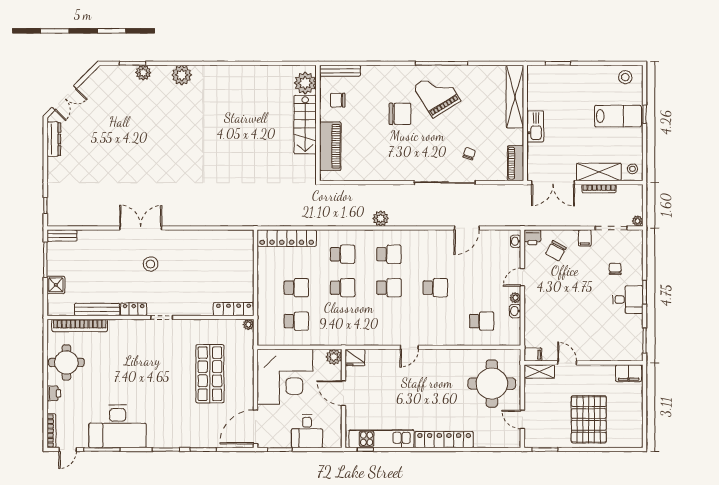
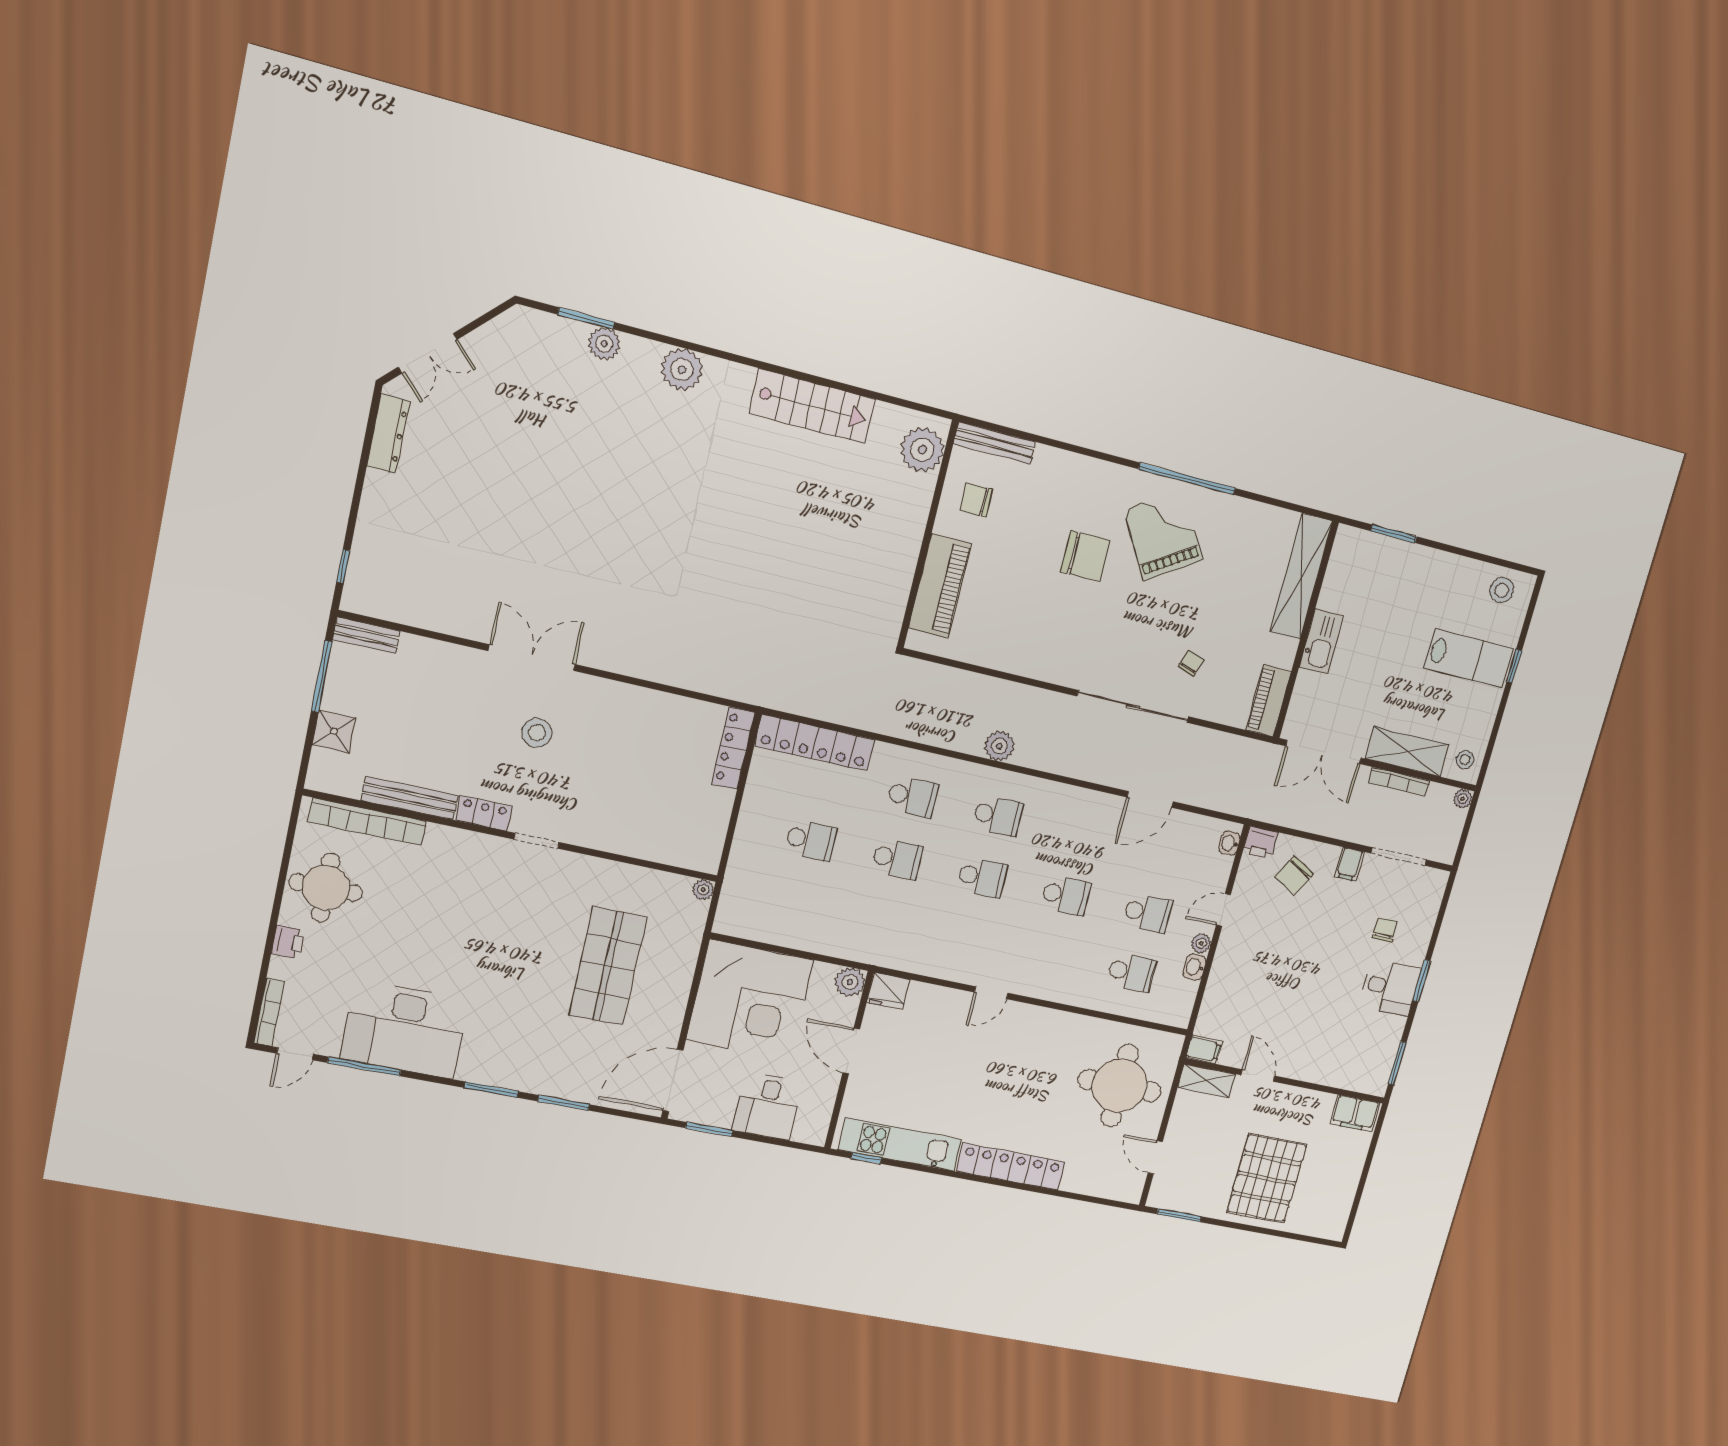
stairs: (305, 125) -> (812, 406), moved, turned -90
plant: (638, 221) -> (1463, 799), moved
locker: (234, 309) -> (733, 748), moved, turned -90
school desk: (296, 321) -> (1147, 913), moved

